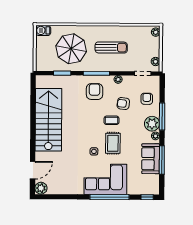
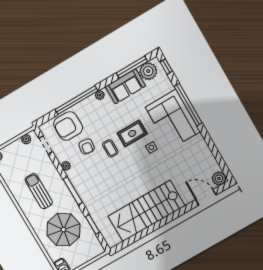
armchair: (95, 92) -> (92, 182), removed
armchair: (147, 99) -> (68, 126), width x1.88, depth x1.88
window: (162, 116) -> (77, 100), width x1.46
plant: (152, 124) -> (148, 71), moved
window: (162, 160) -> (132, 67), moved

